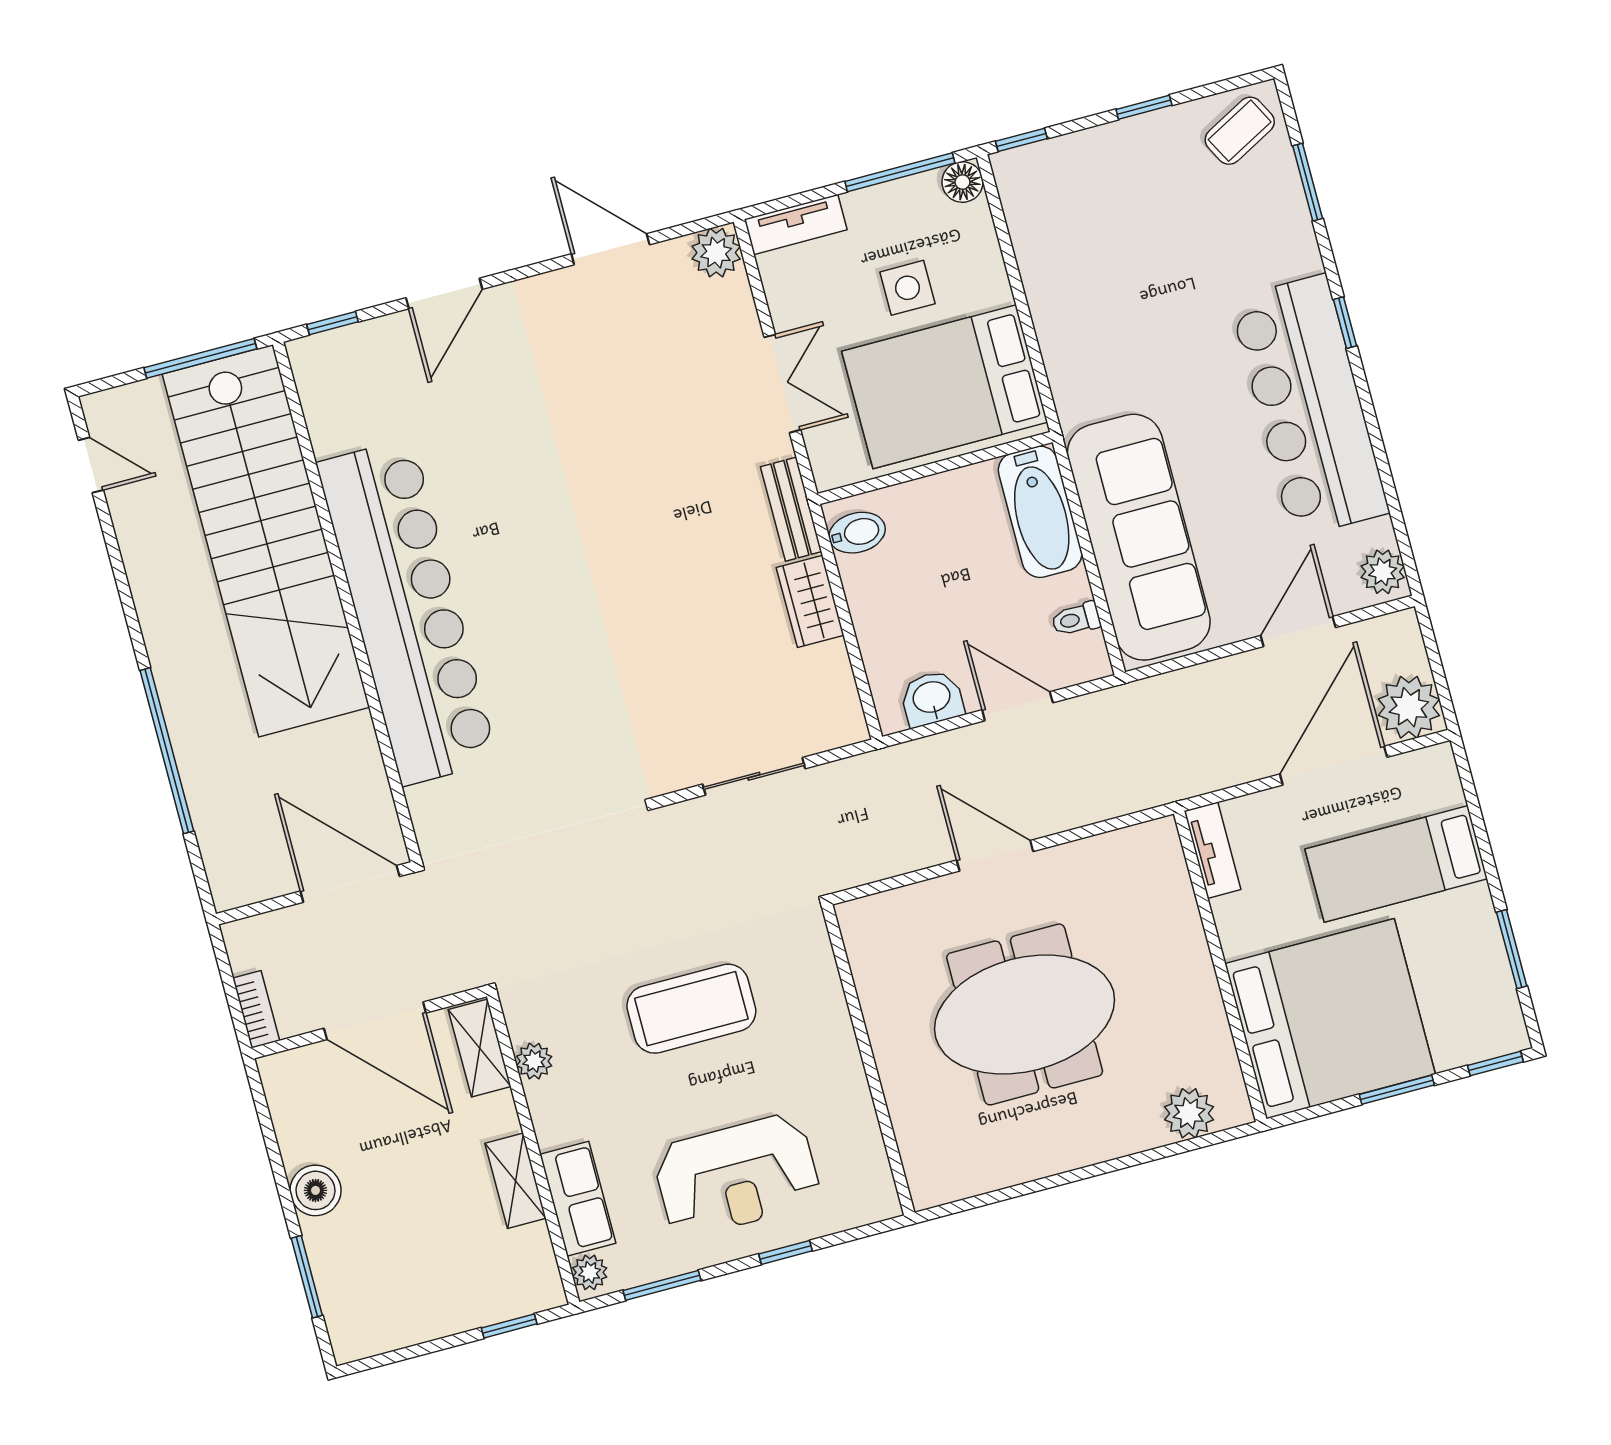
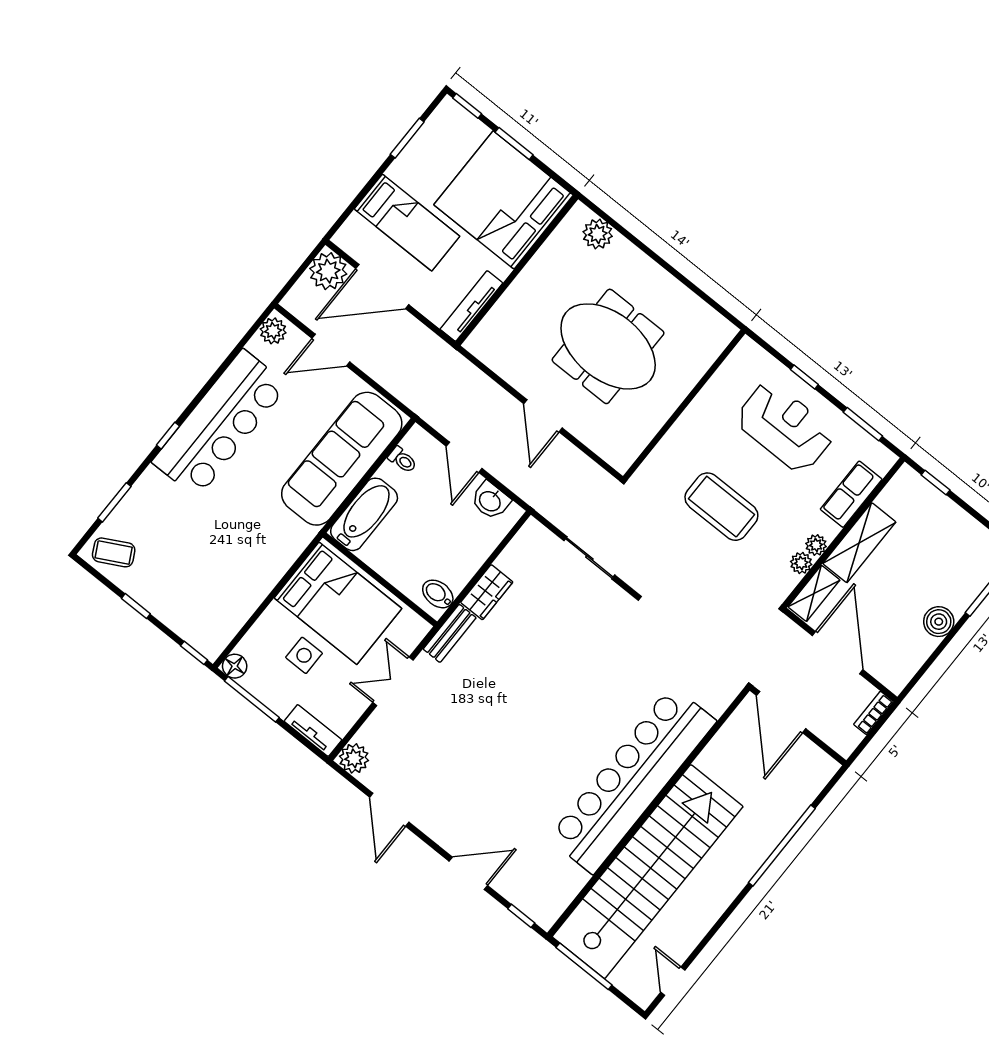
tv unit: (1213, 850) -> (471, 306), width x1.41
shelving: (515, 1181) -> (859, 543), width x1.50, depth x1.33
plant: (590, 1272) -> (816, 545), moved

